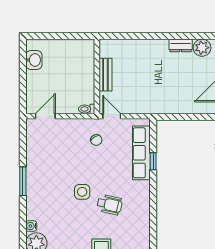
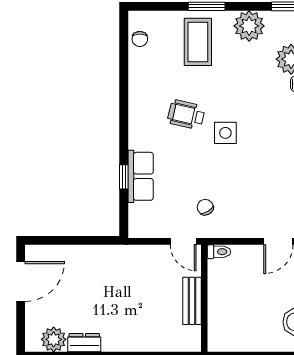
row of seats: (141, 153) -> (141, 176), width x0.68

